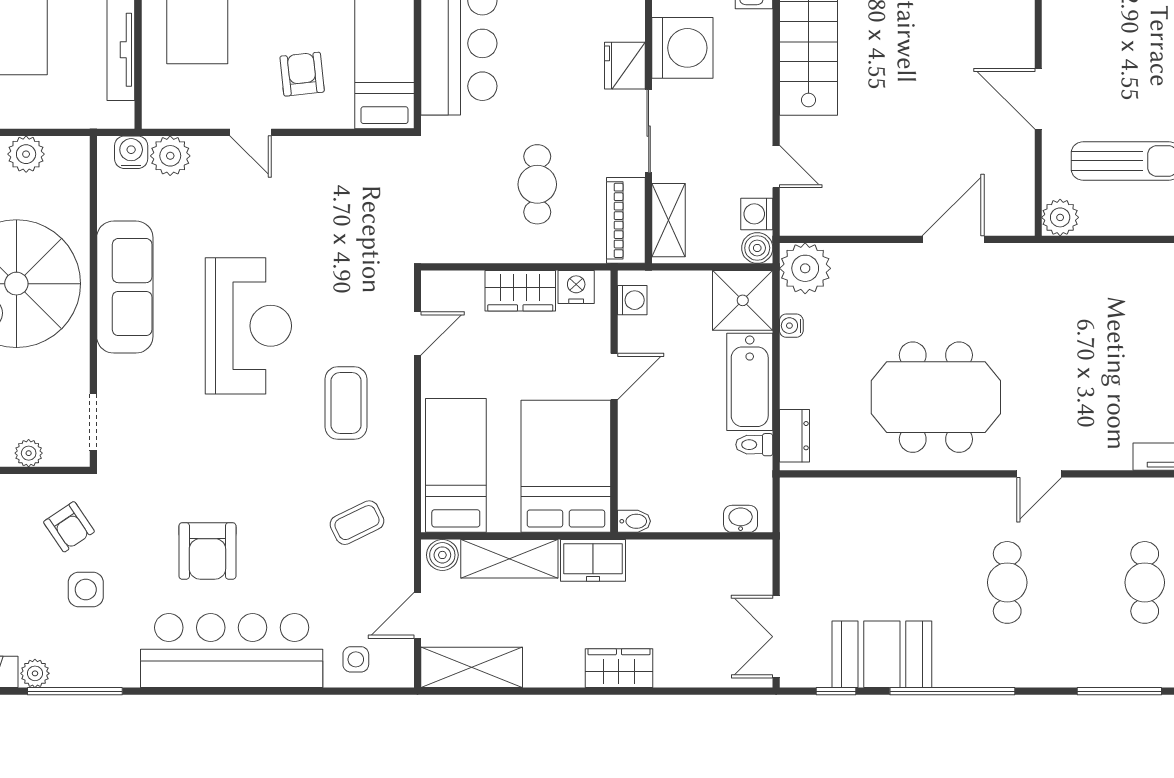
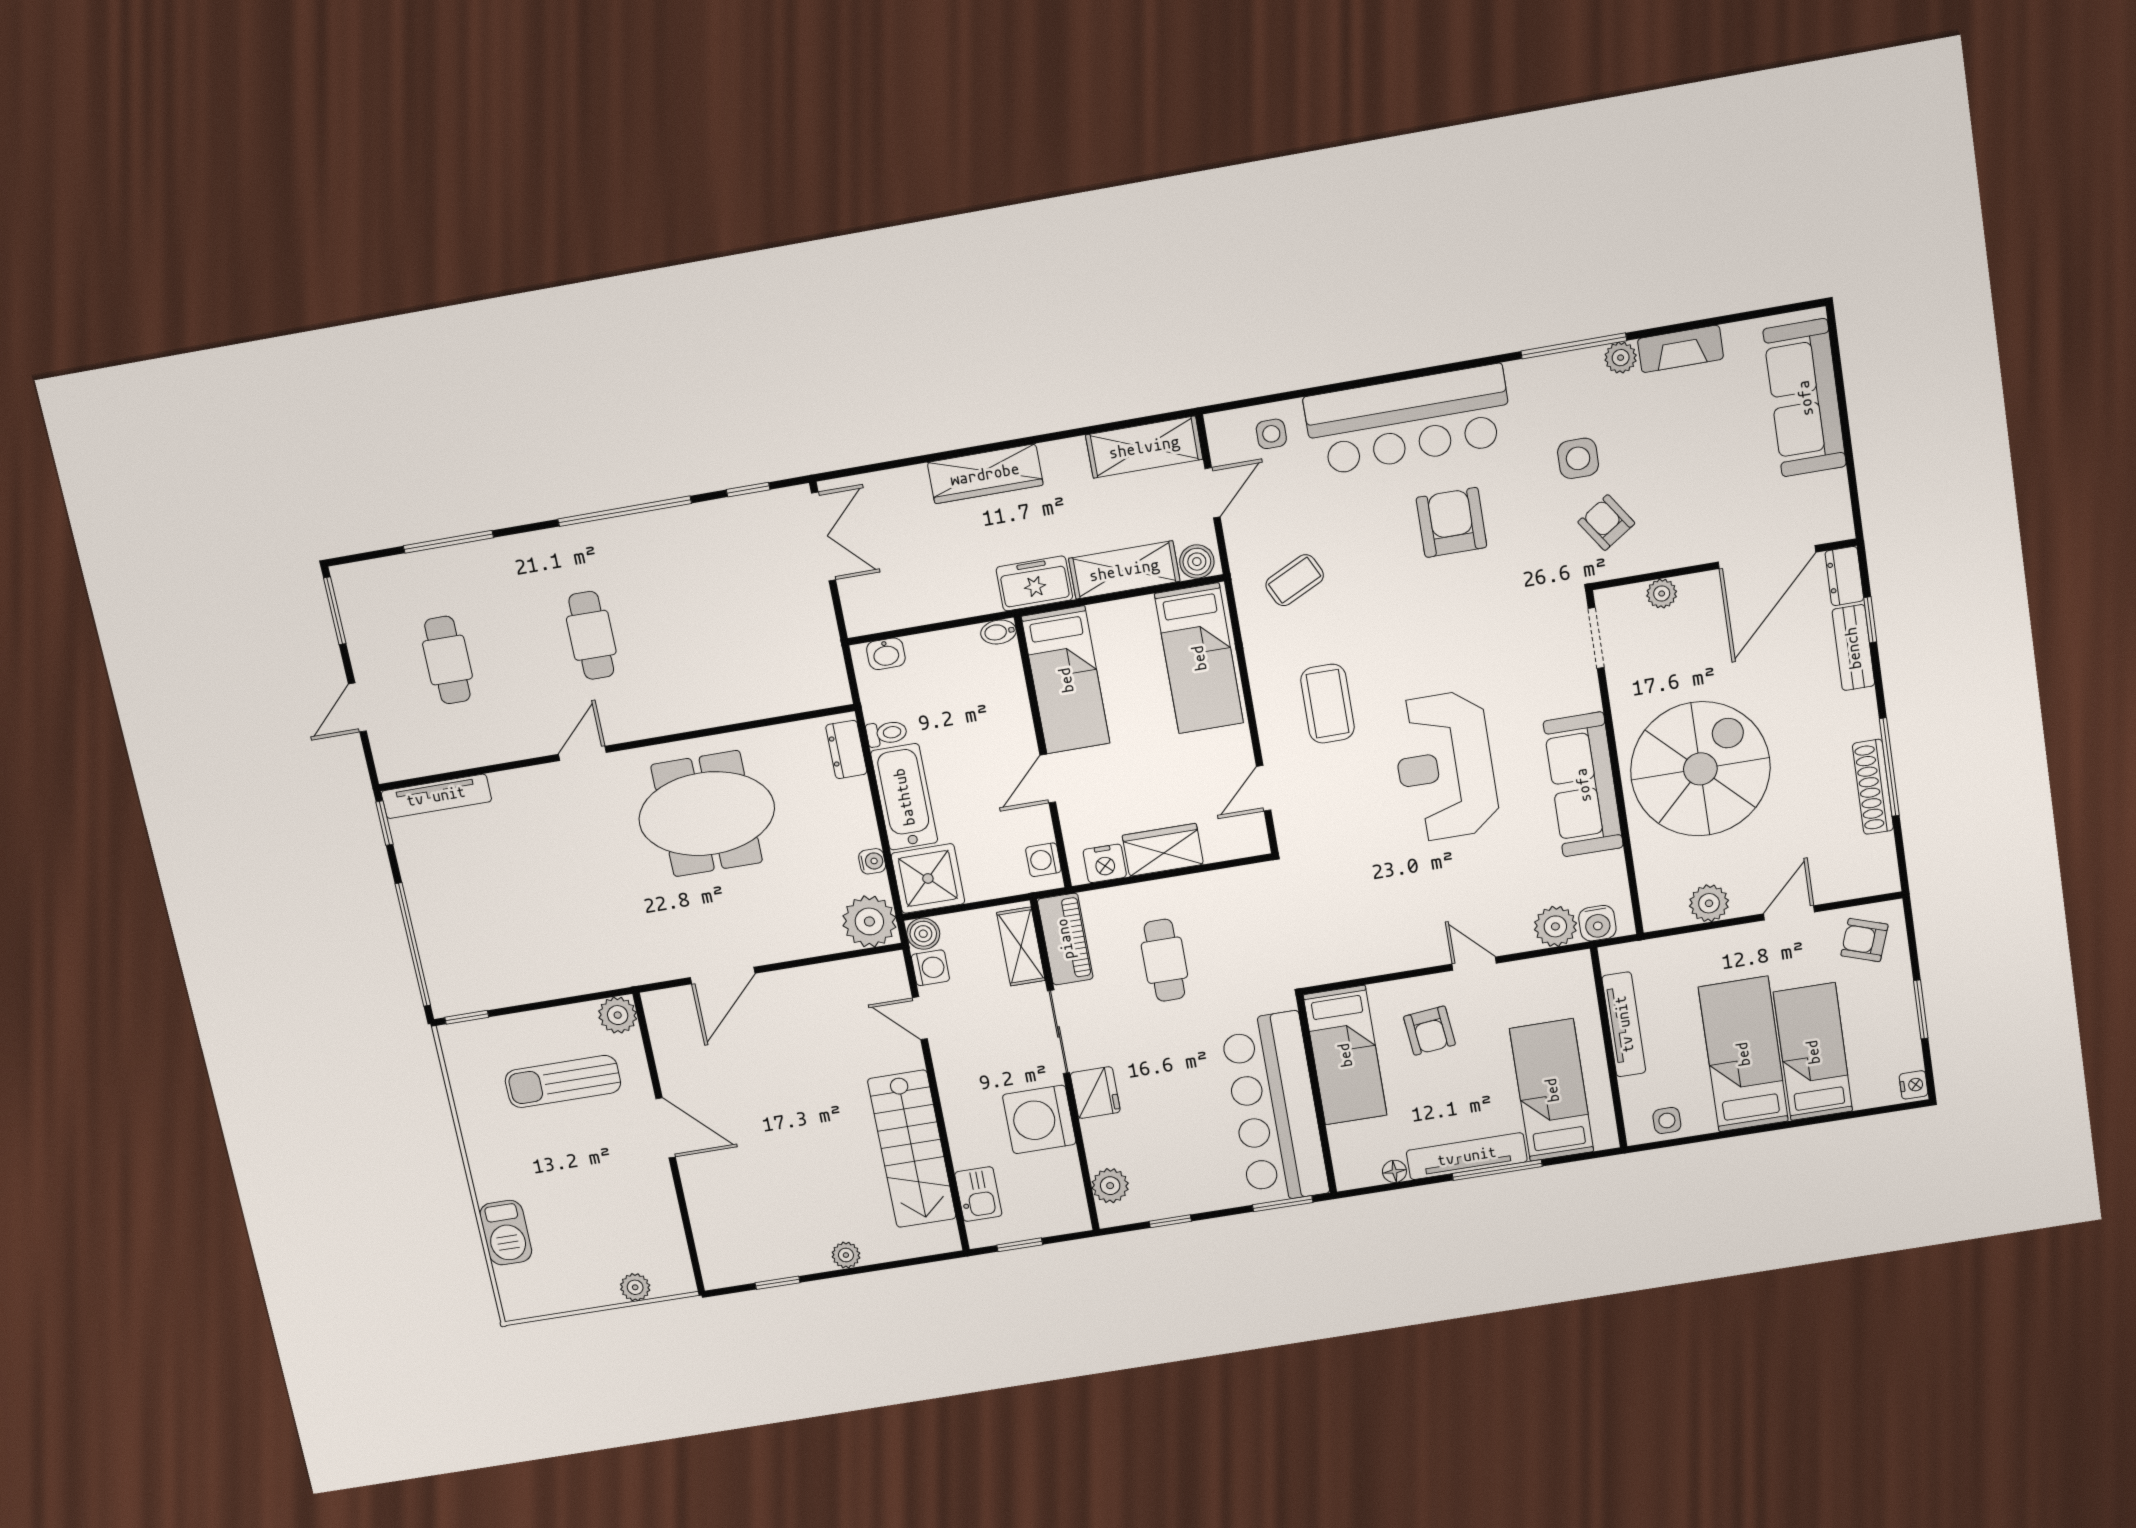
bed: (566, 466) -> (1066, 680), width x0.67
booth: (882, 654) -> (707, 537), removed
wardrobe: (619, 668) -> (985, 474), width x1.50

